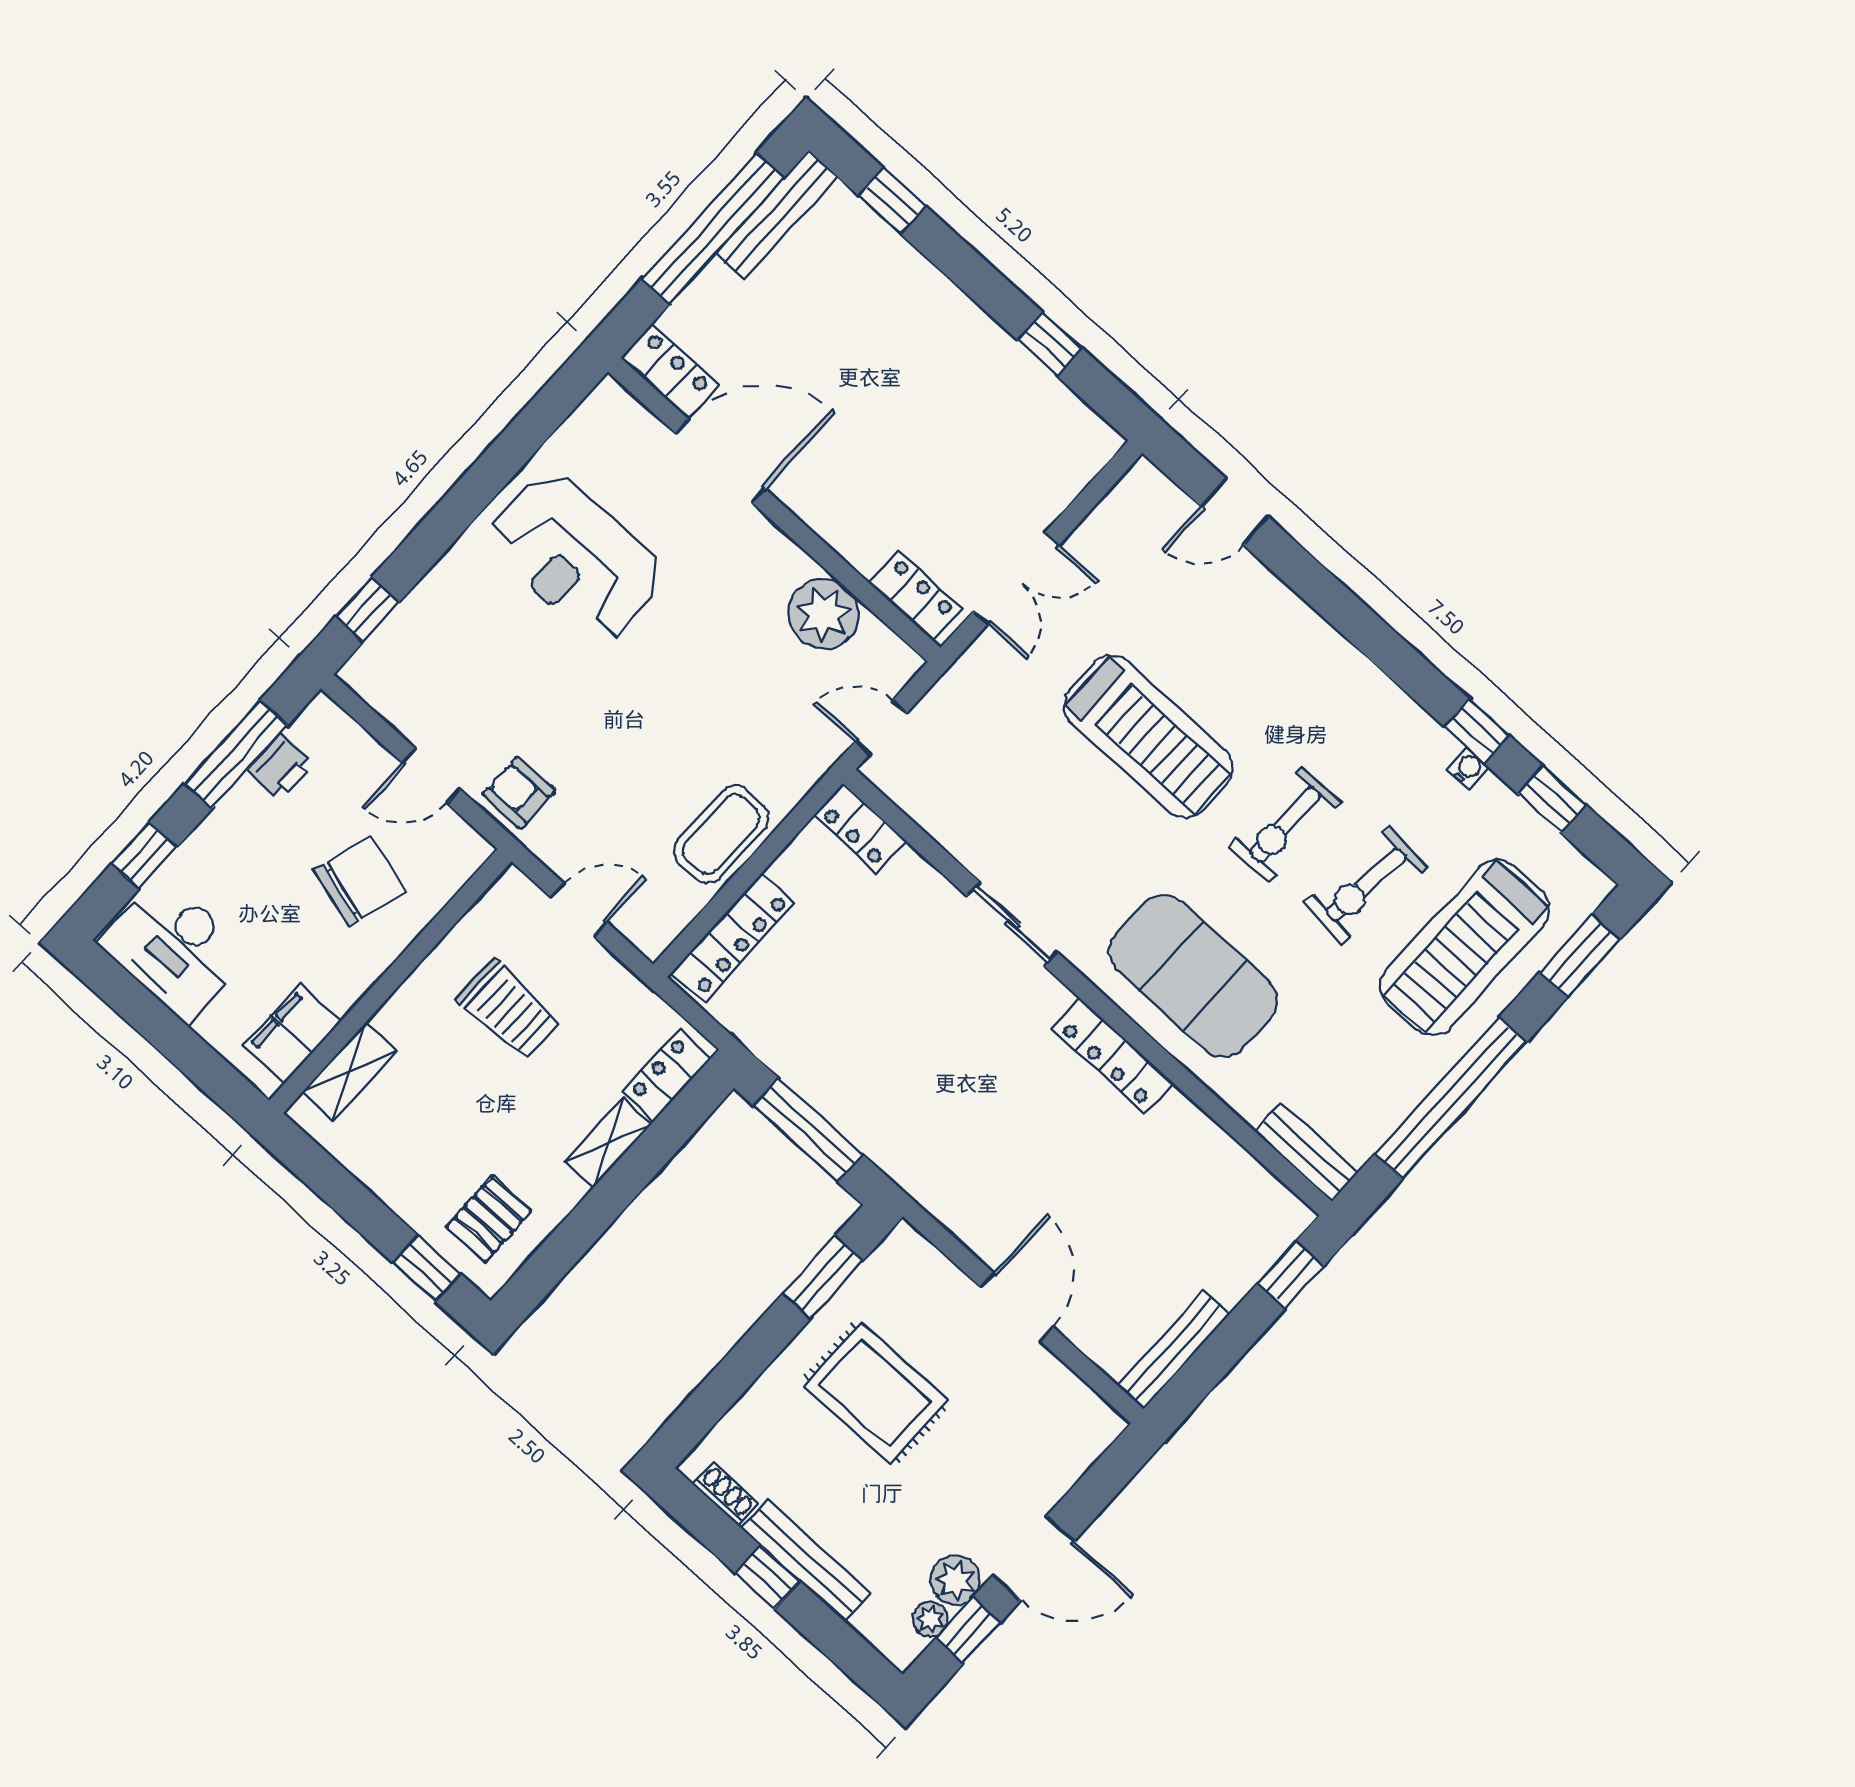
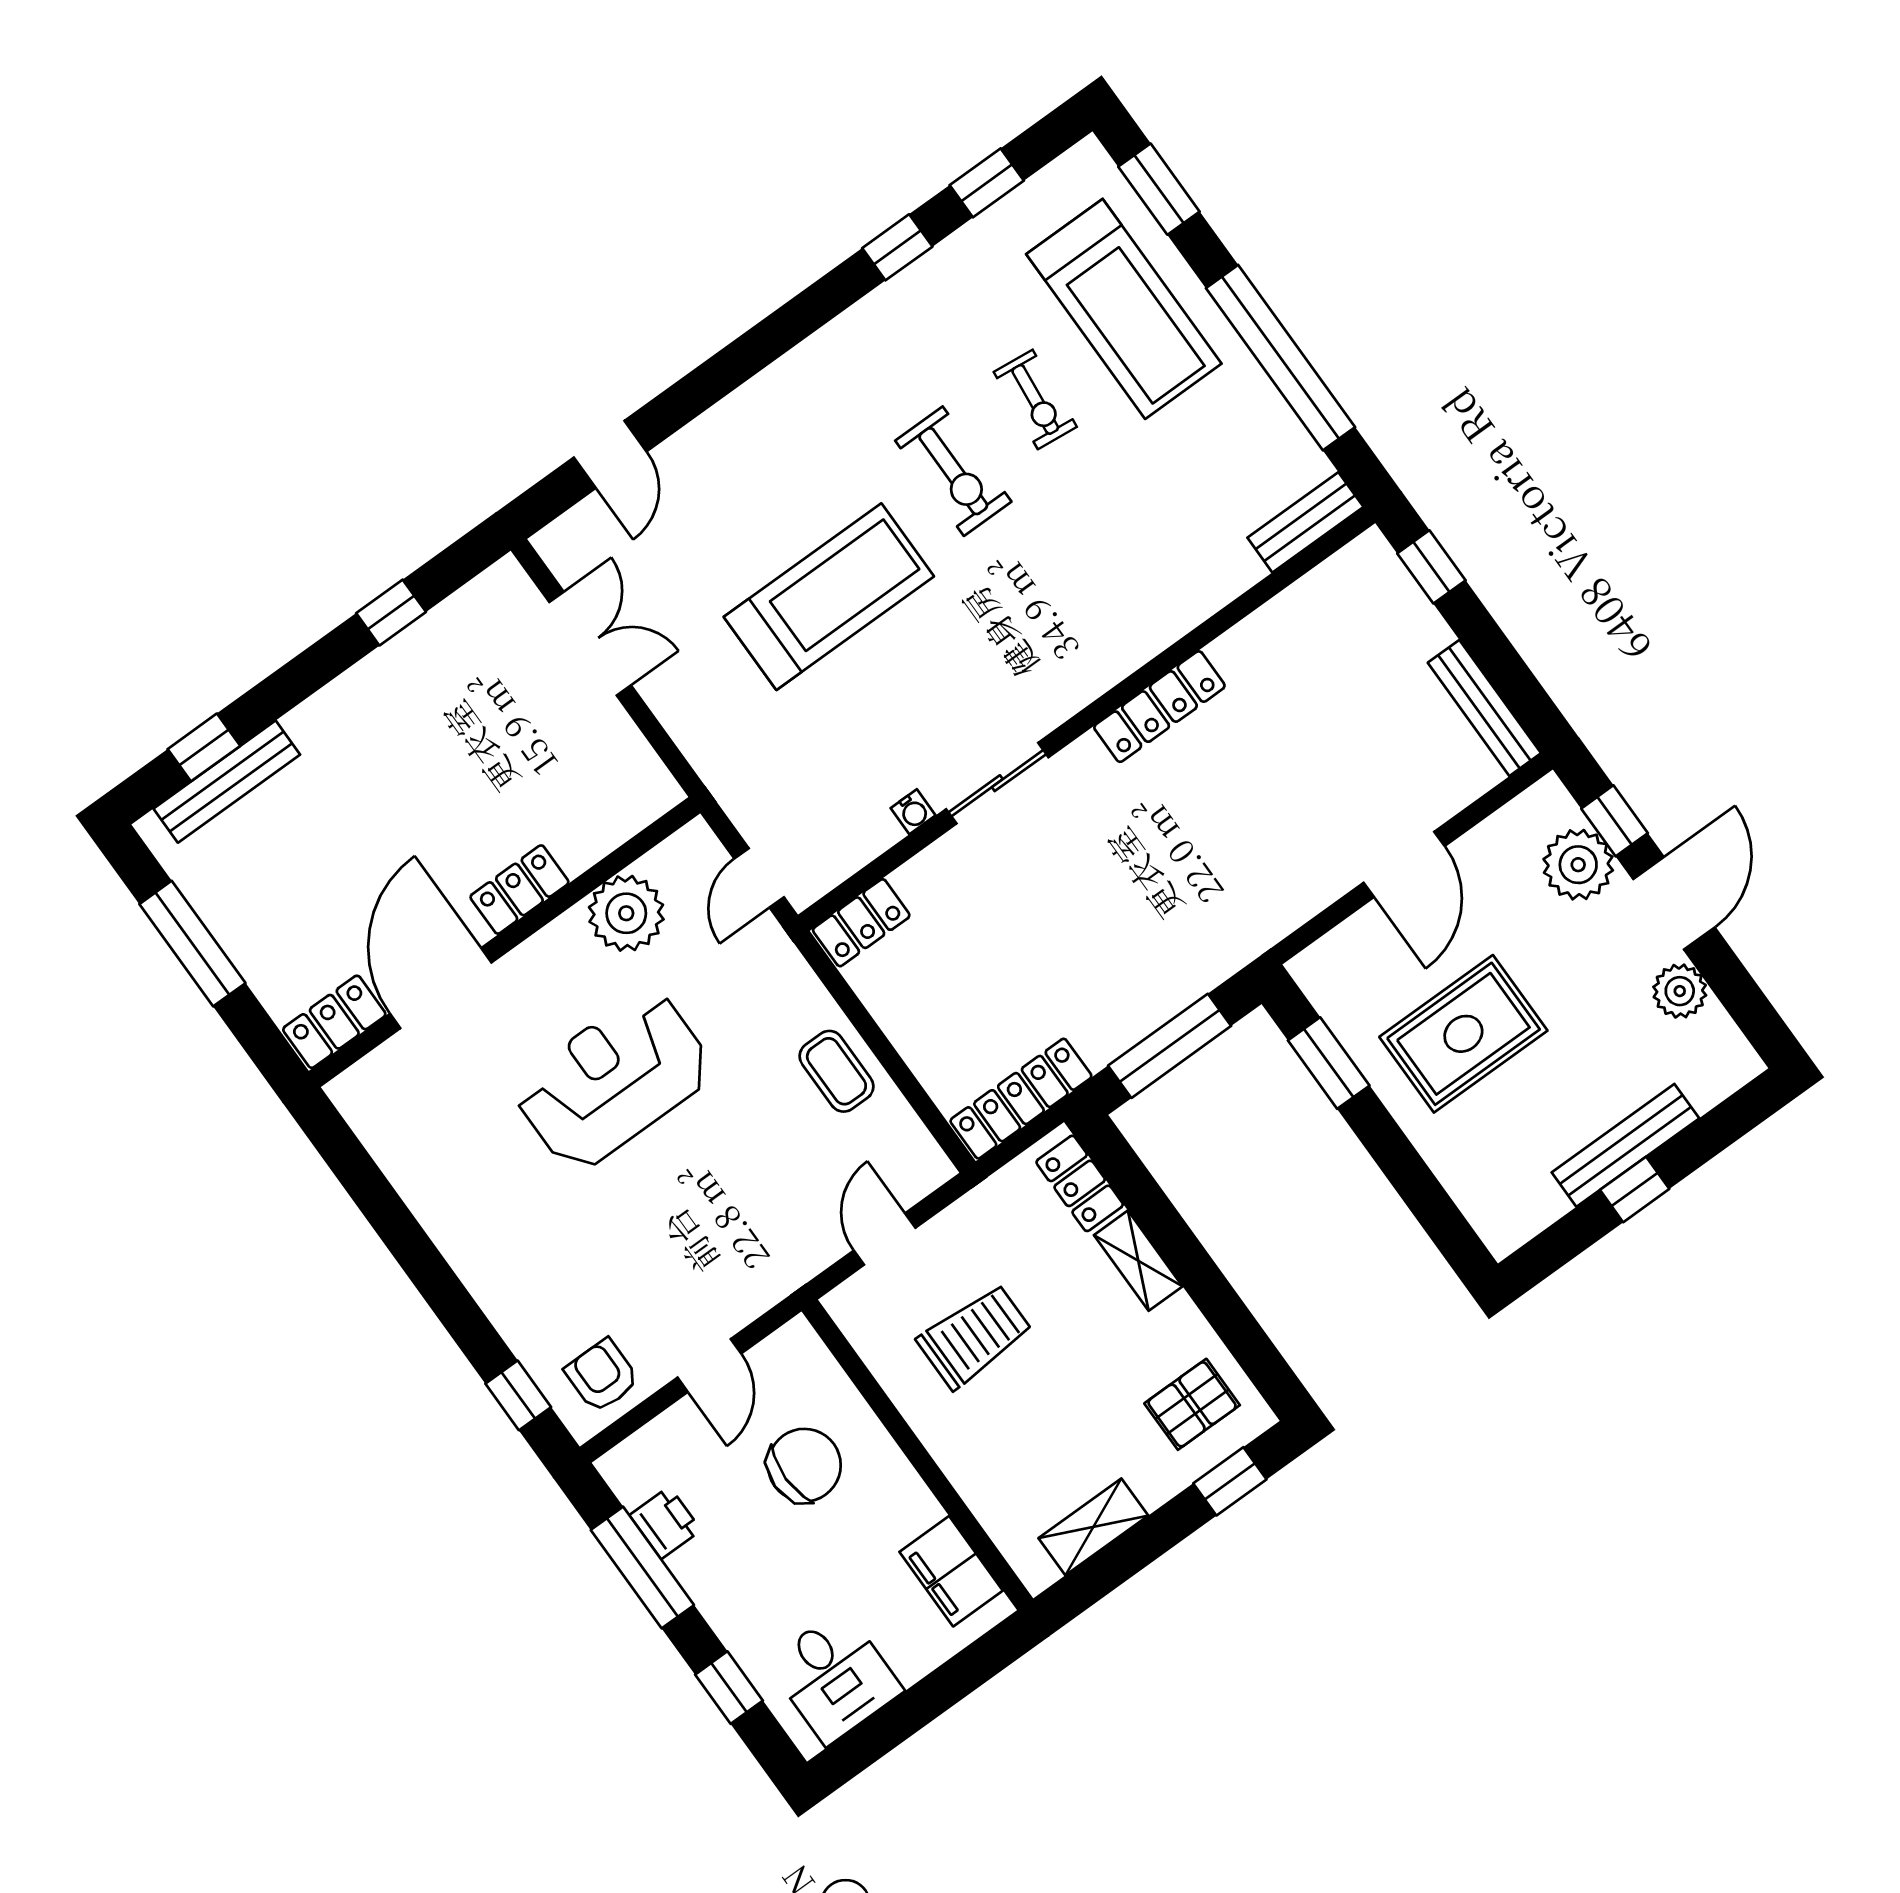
bench: (776, 215) -> (227, 782), moved, turned 90
window: (713, 228) -> (192, 944), width x0.68
reception desk: (576, 557) -> (613, 1080), moved, turned 180
double door: (1016, 578) -> (590, 644), moved
locker: (915, 596) -> (519, 890), moved
water cooler: (1468, 768) -> (913, 812), moved, turned 180
armchair: (519, 792) -> (602, 1376), moved, turned 90
coffee table: (721, 834) -> (836, 1071), width x0.73, depth x0.77
chair: (360, 881) -> (804, 1465), turned 74
exercise bike: (1366, 885) -> (1035, 399), width x0.73, depth x0.72
locker: (733, 937) -> (1021, 1099), moved, turned -90
desk: (174, 949) -> (835, 1677), width x0.73
exercise mat: (1193, 976) -> (1093, 603), removed
shelving: (350, 1071) -> (1093, 1527), moved, turned 90
pallet: (489, 1219) -> (1192, 1404), turned 90
door: (1017, 1307) -> (1404, 864), swing flipped
shoe rack: (725, 1494) -> (1536, 1216), removed
plant: (930, 1619) -> (1578, 865), moved, width x1.88, depth x1.88
window: (968, 1630) -> (1615, 821), moved

